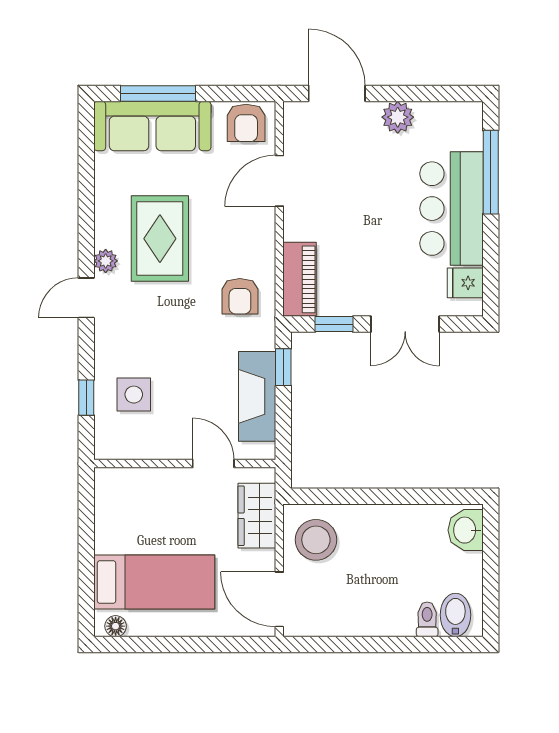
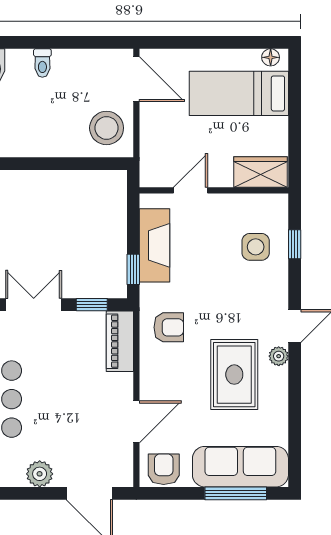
armchair: (240, 296) -> (169, 327), turned 90
door: (213, 464) -> (191, 190), swing flipped
wardrobe: (257, 516) -> (260, 172), moved, turned -90
toilet: (427, 619) -> (42, 63), moved

